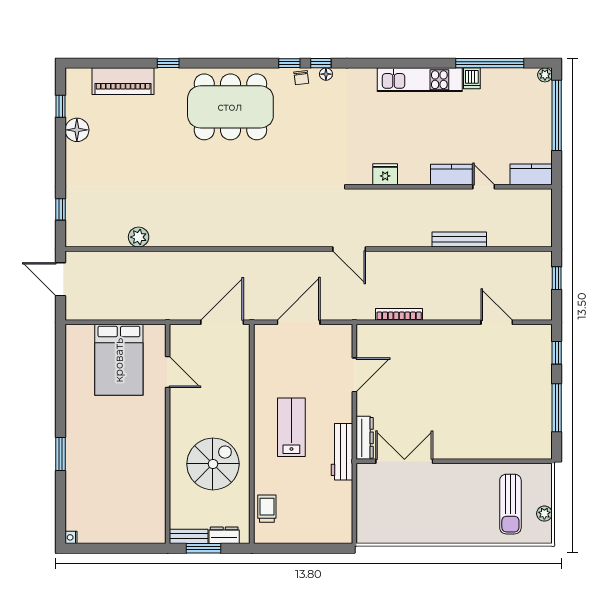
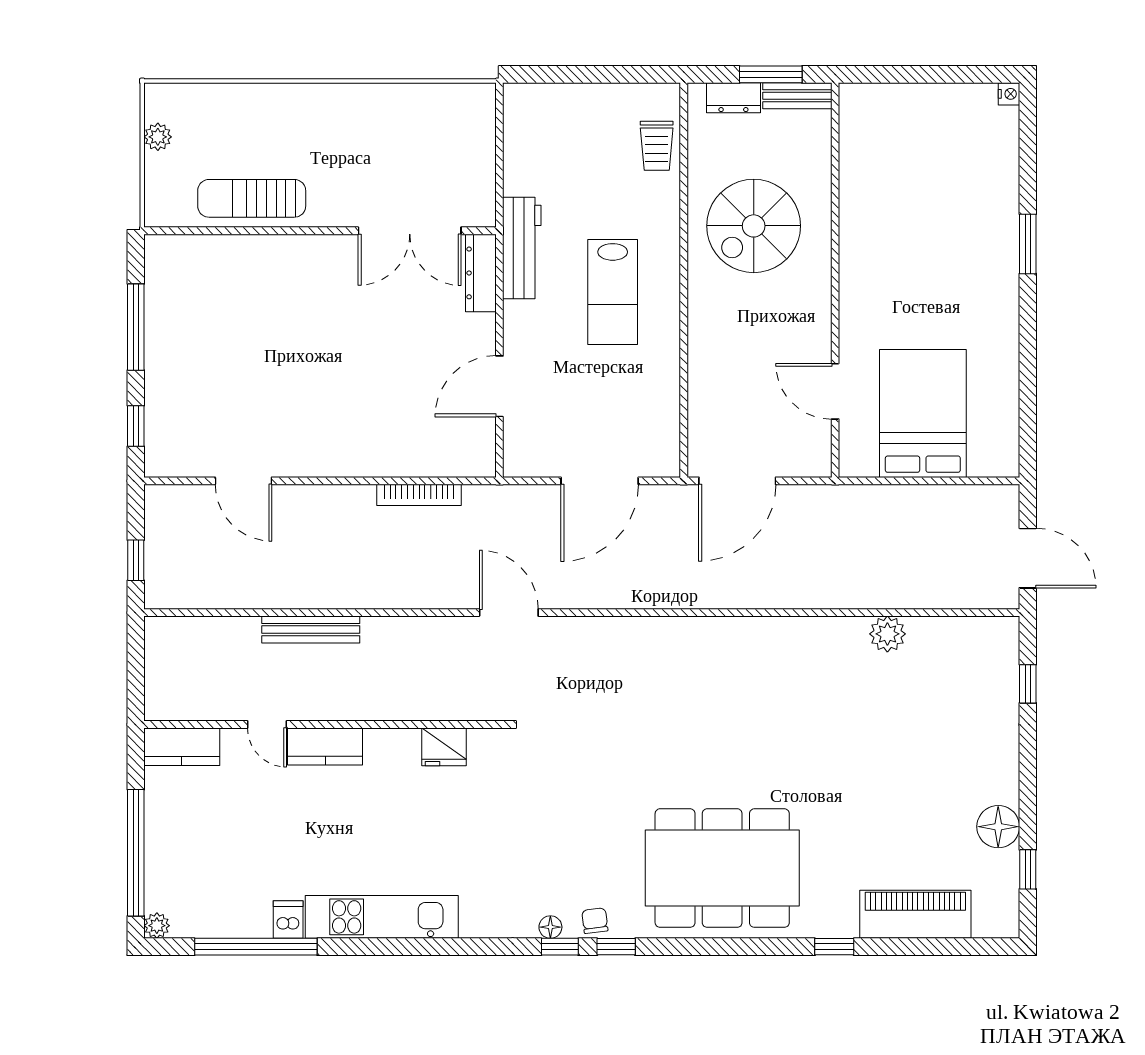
sun lounger: (510, 504) -> (252, 198), moved, turned -90

